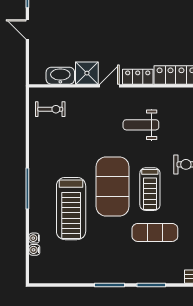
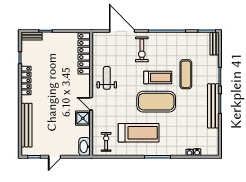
washbasin: (60, 76) -> (84, 147), moved
locker: (138, 77) -> (85, 85), removed
weight bench: (141, 125) -> (107, 78), moved, turned 180
treadmill: (71, 209) -> (139, 133), moved
bench: (106, 275) -> (213, 106), added

